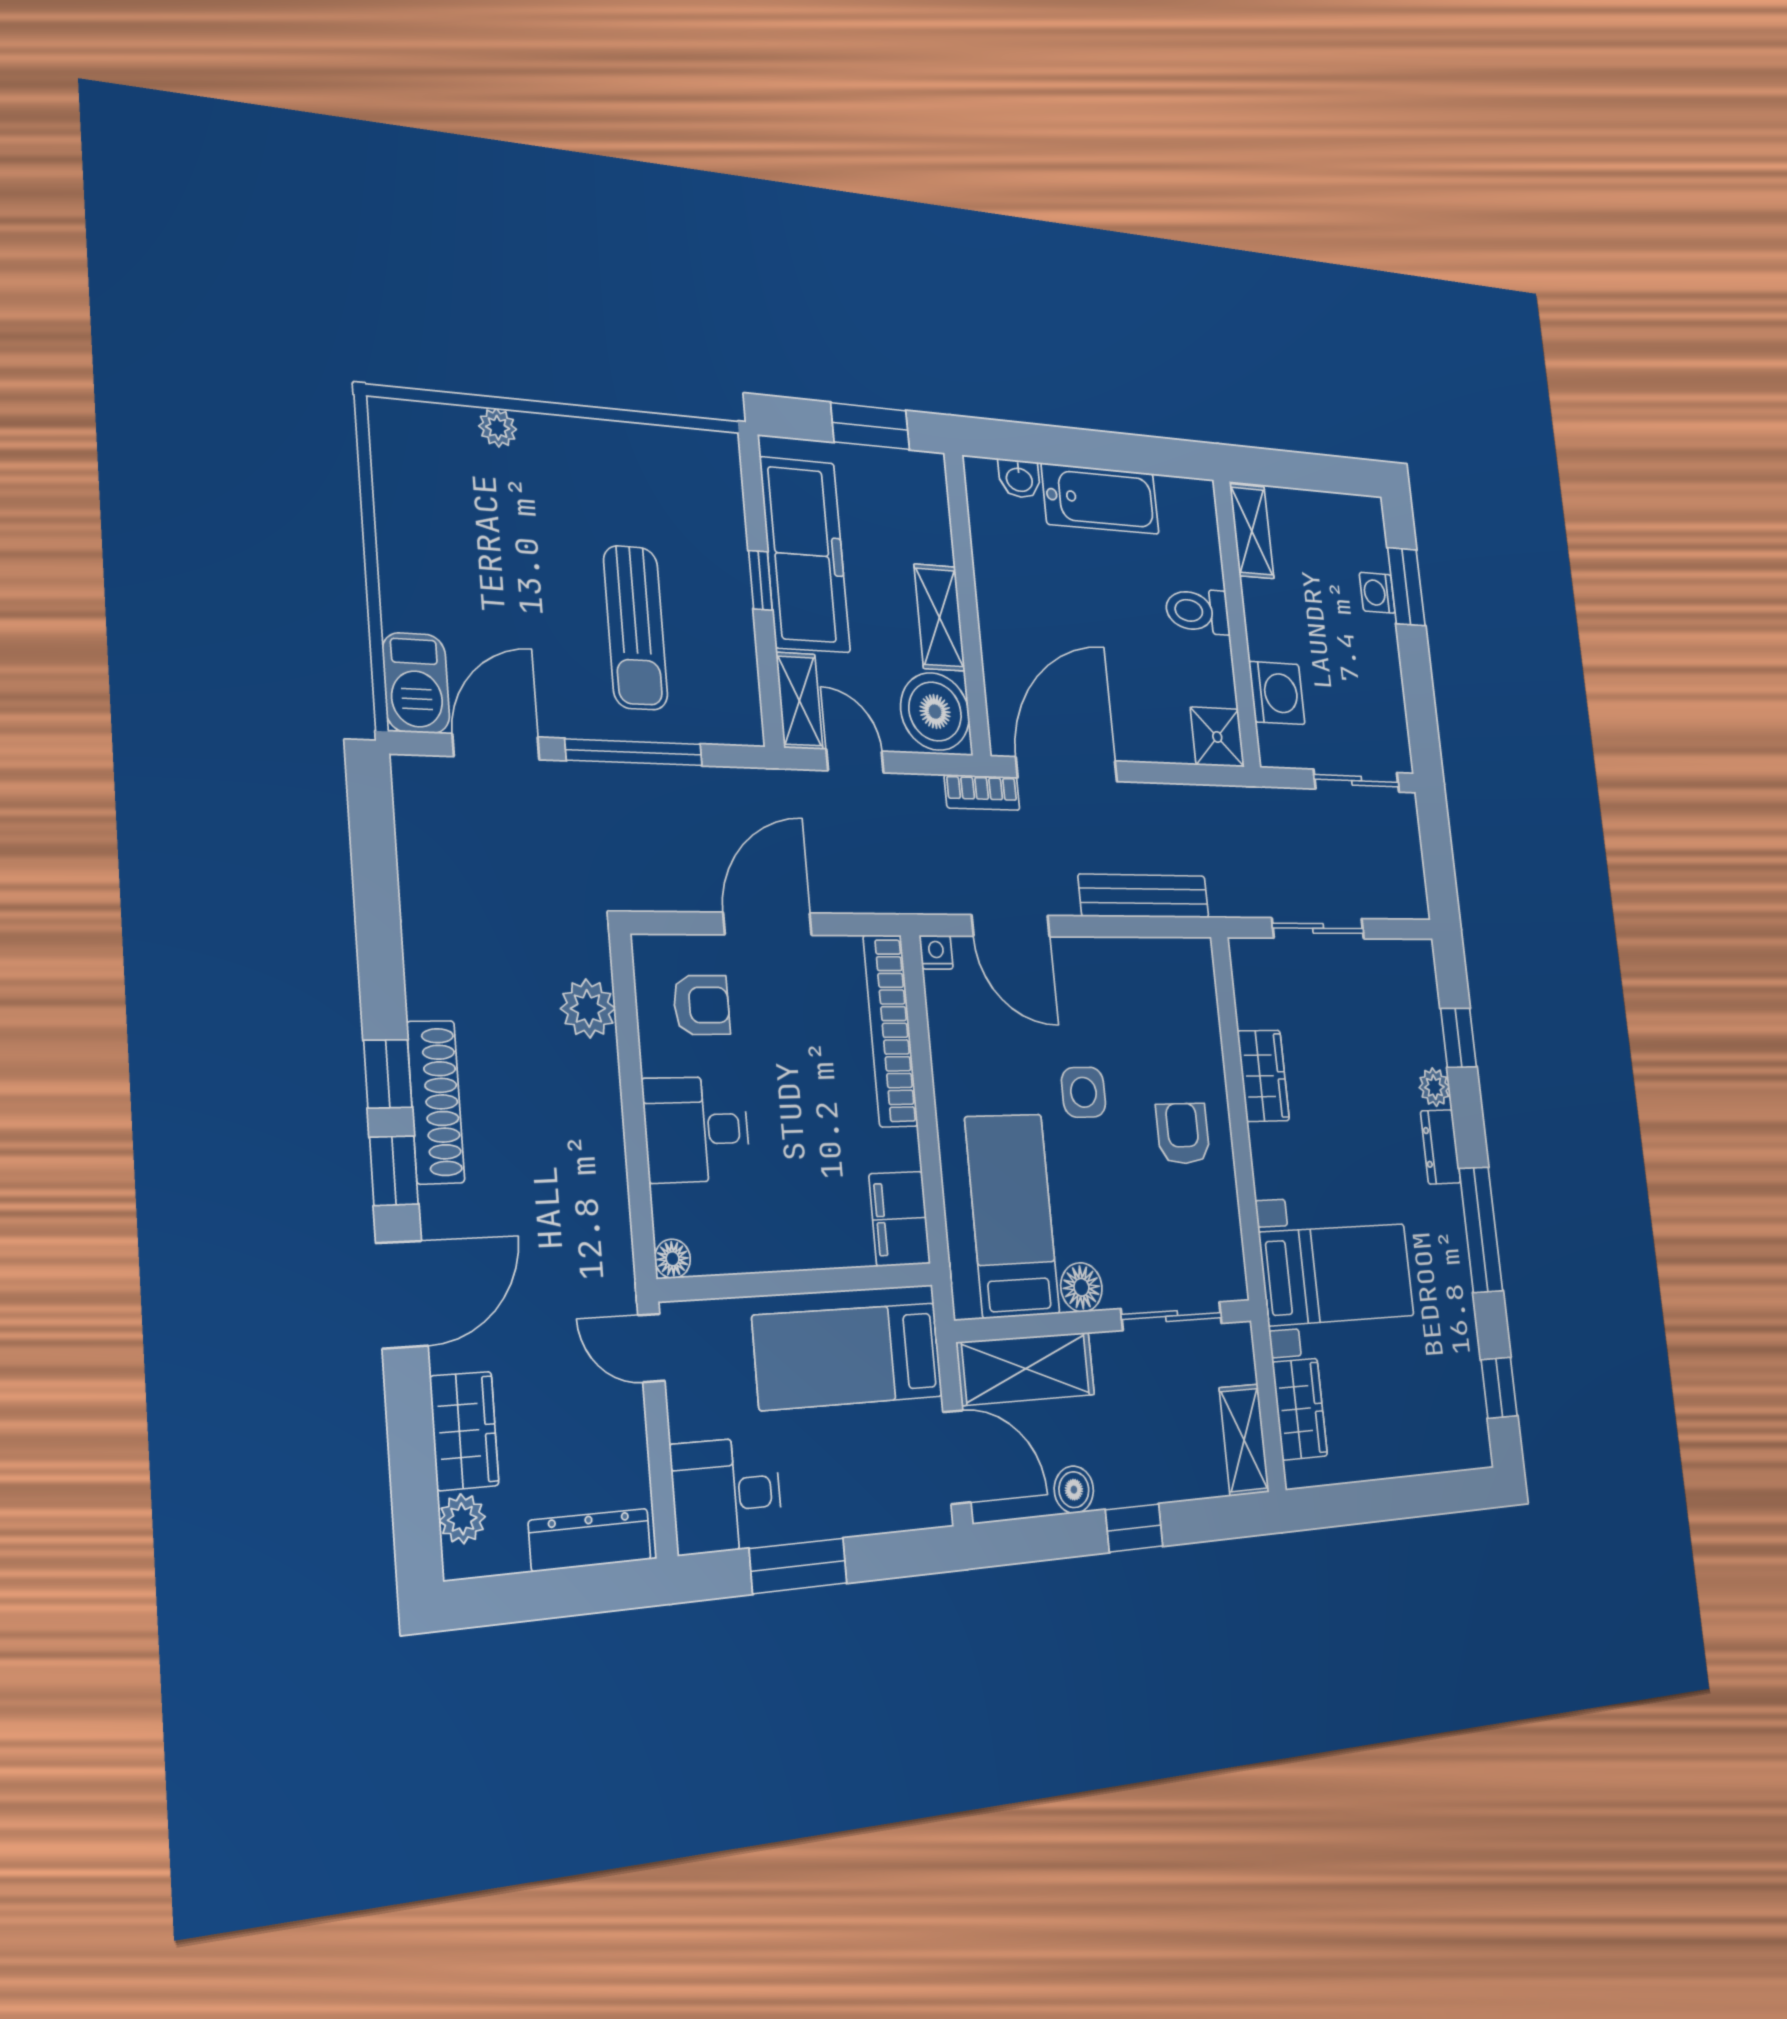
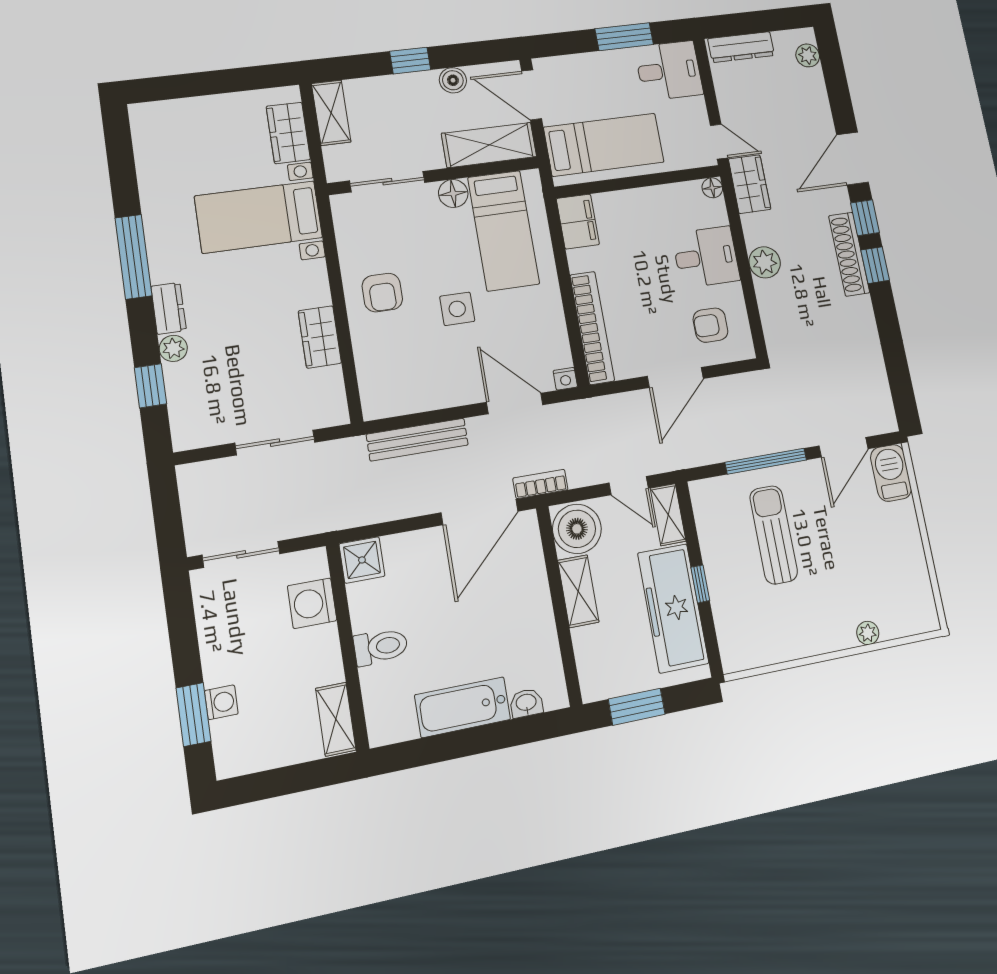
plant: (588, 1008) -> (765, 262), moved
window: (1499, 1388) -> (120, 155), removed
wardrobe: (464, 1431) -> (750, 184), moved, turned 180

